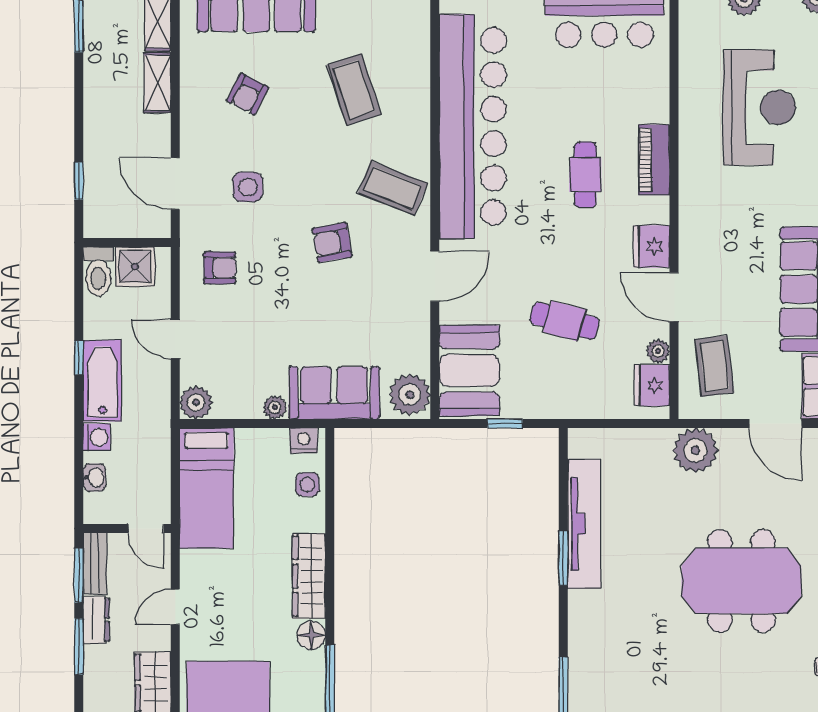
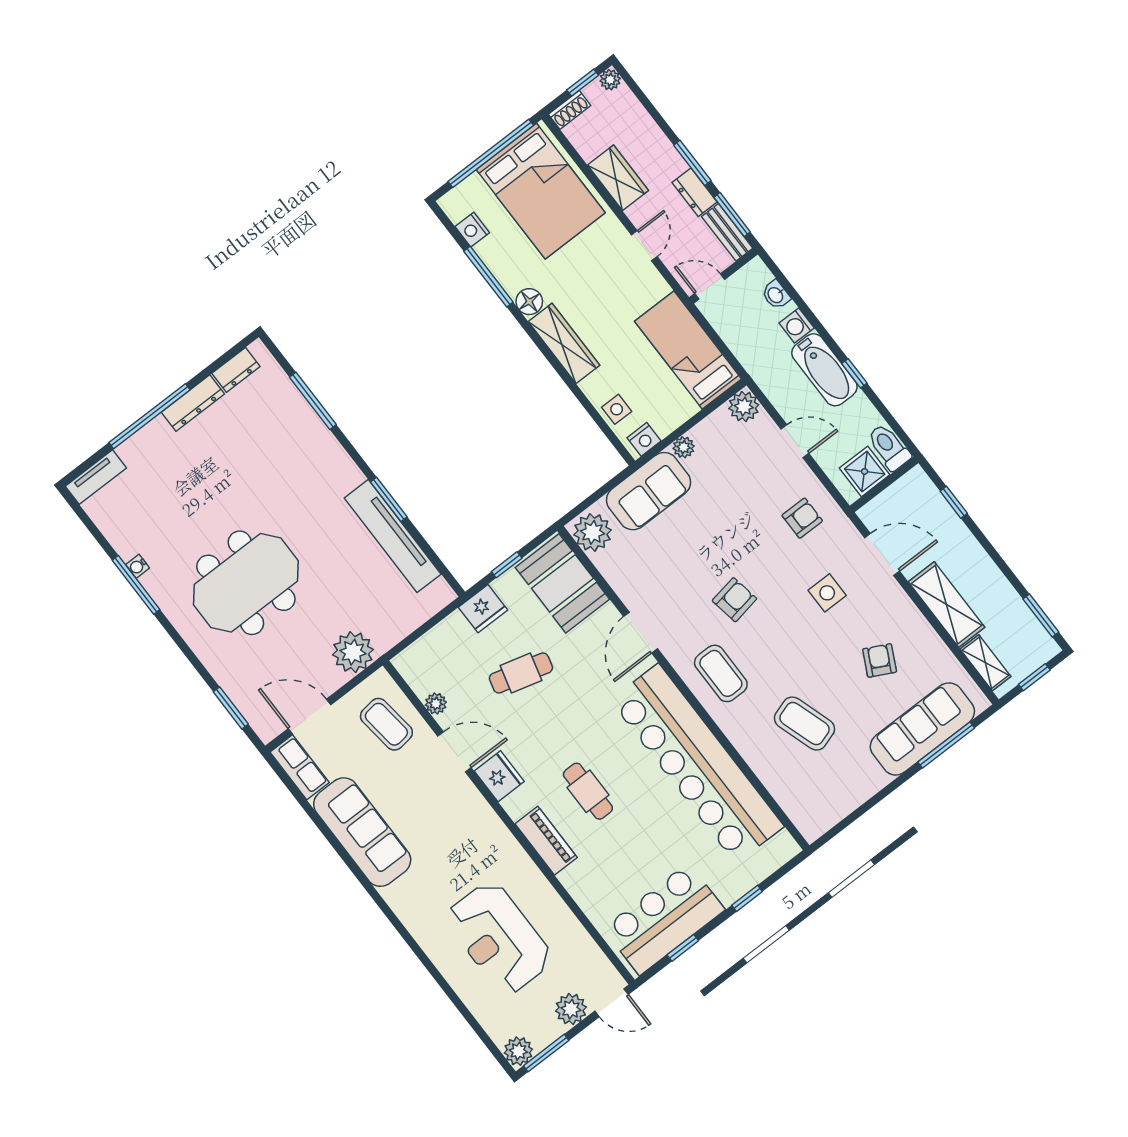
shelving: (157, 83) -> (947, 605), width x1.50, depth x1.33
coffee table: (393, 188) -> (721, 673), turned 68
armchair: (220, 268) -> (802, 518), turned 180
fridge: (652, 385) -> (483, 609), moved, turned 90

